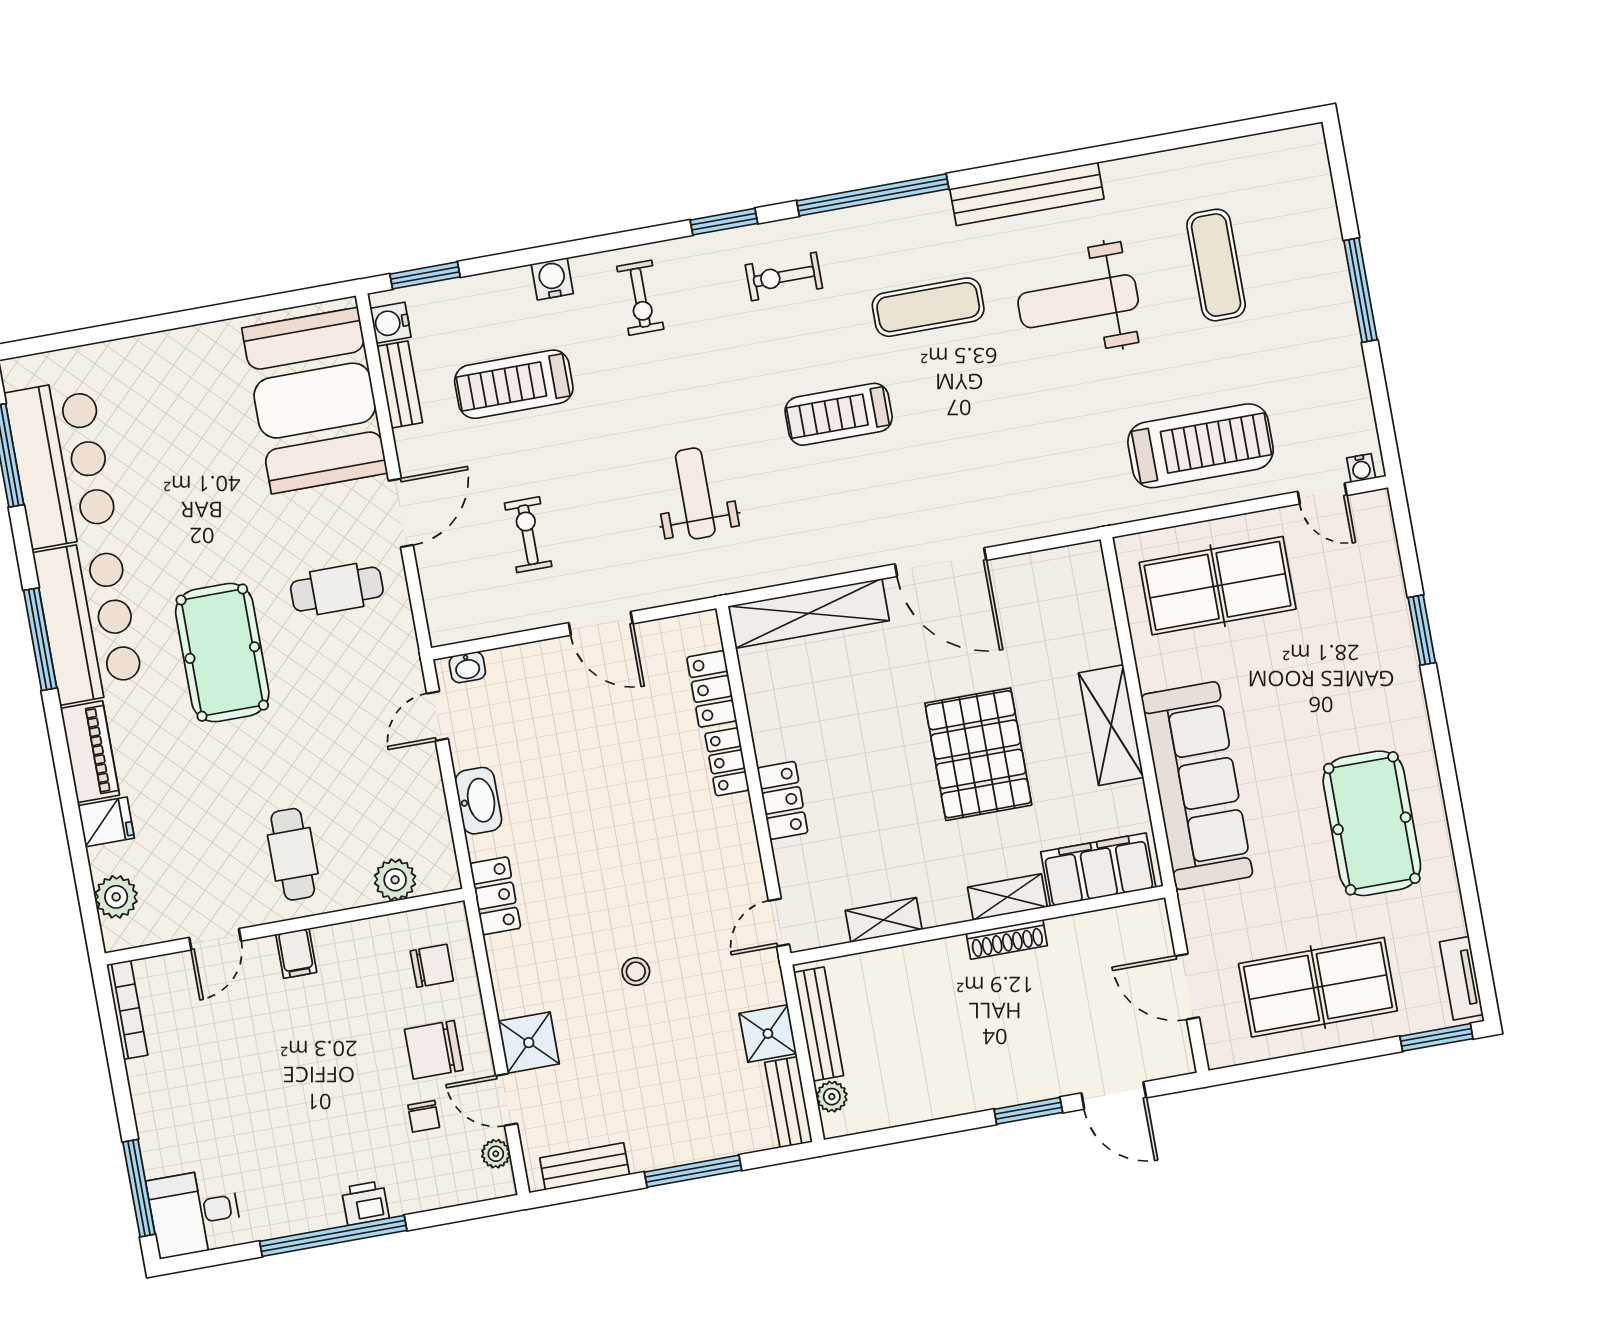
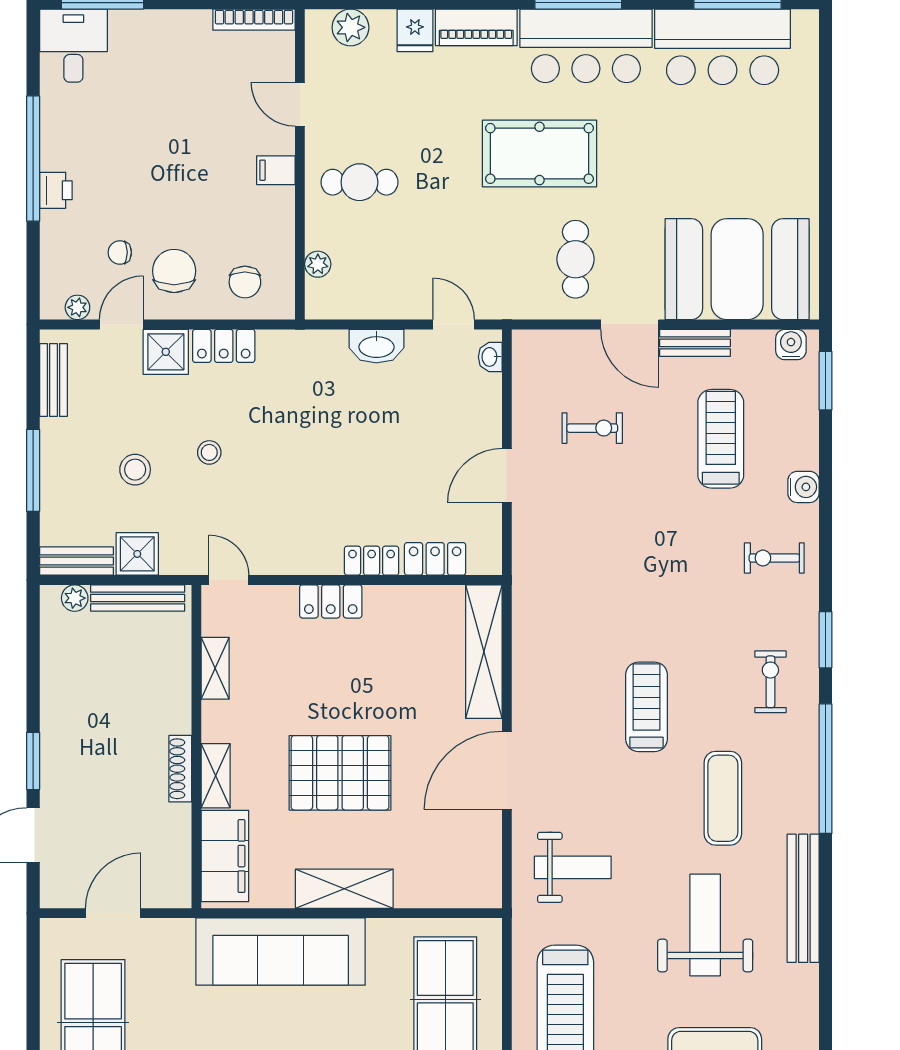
bench: (400, 385) -> (695, 343), moved
weight bench: (695, 493) -> (573, 867), moved
plant: (395, 880) -> (318, 264), width x0.73, depth x0.73
locker: (495, 896) -> (224, 346), moved
stool: (671, 1054) -> (135, 470), added

